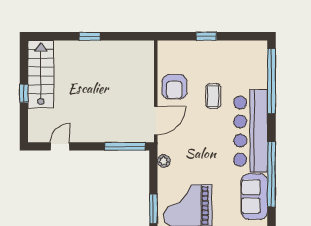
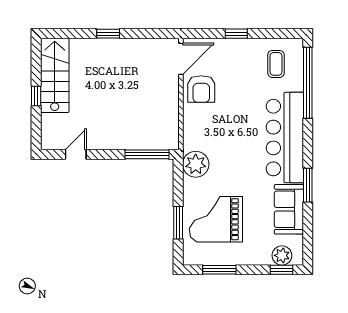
coffee table: (213, 96) -> (276, 64), moved
door: (156, 120) -> (181, 59), moved
plant: (164, 161) -> (196, 164), width x1.87, depth x1.87
window: (272, 174) -> (308, 185), width x0.47

